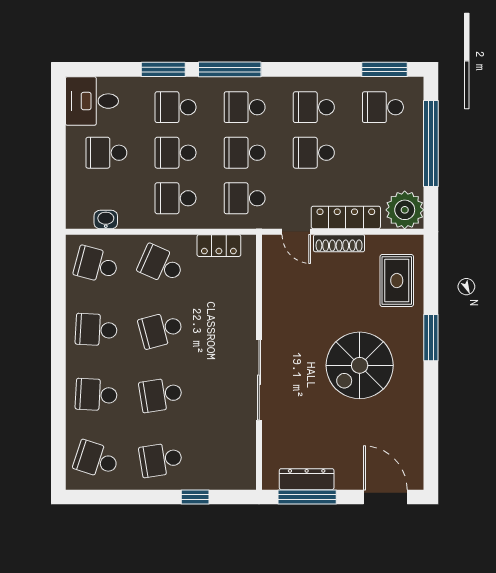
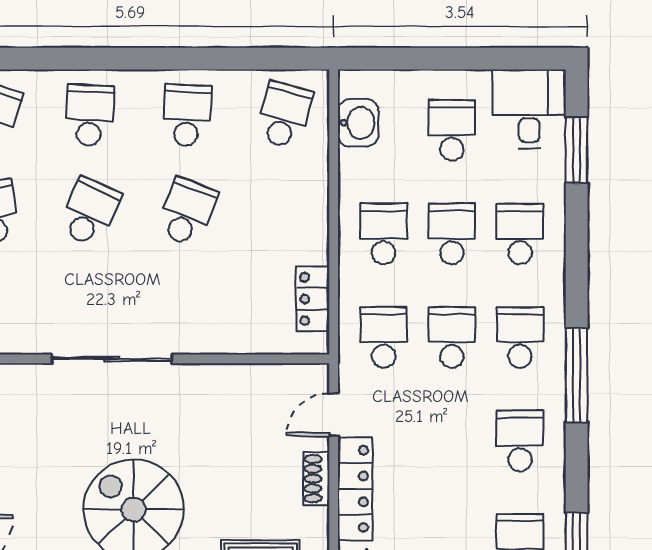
window: (163, 69) -> (577, 150), moved
window: (230, 69) -> (577, 375), moved
school desk: (314, 153) -> (452, 441), removed
washbasin: (106, 220) -> (358, 123), width x1.38, depth x1.45
shoe rack: (339, 243) -> (316, 479), width x0.70
school desk: (161, 265) -> (284, 212), removed
school desk: (161, 330) -> (187, 212), turned 36
school desk: (161, 395) -> (90, 212), turned 33

